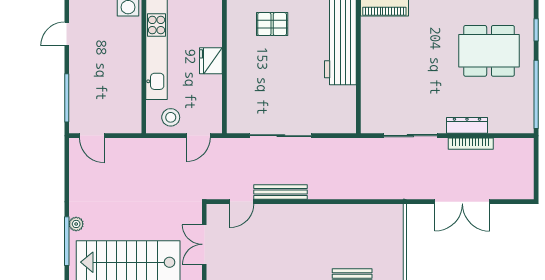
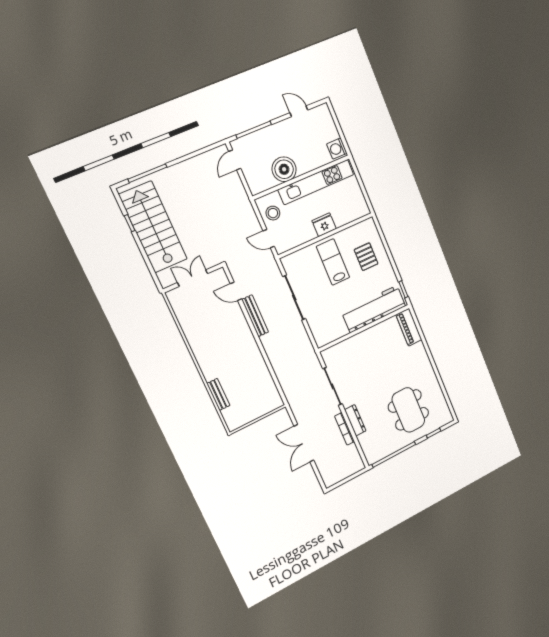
lab bench: (260, 69) -> (333, 262), added
boiler: (126, 81) -> (284, 169), added
plant: (76, 224) -> (164, 175), removed

